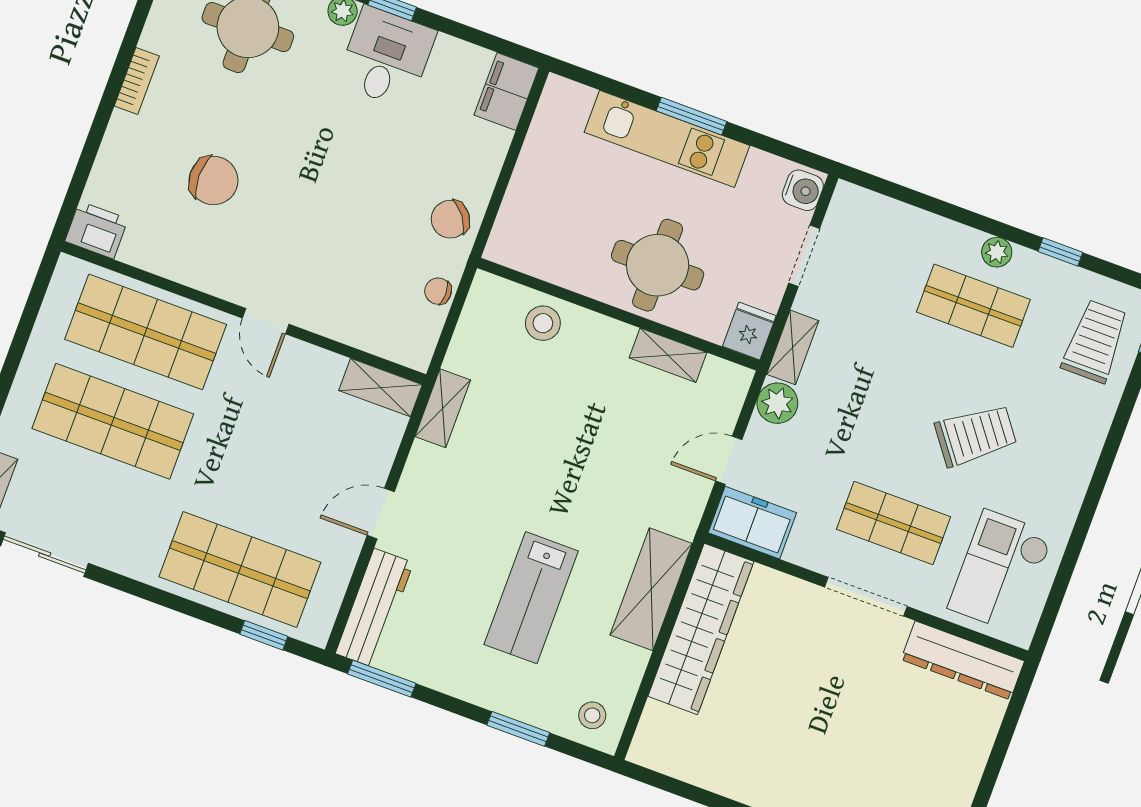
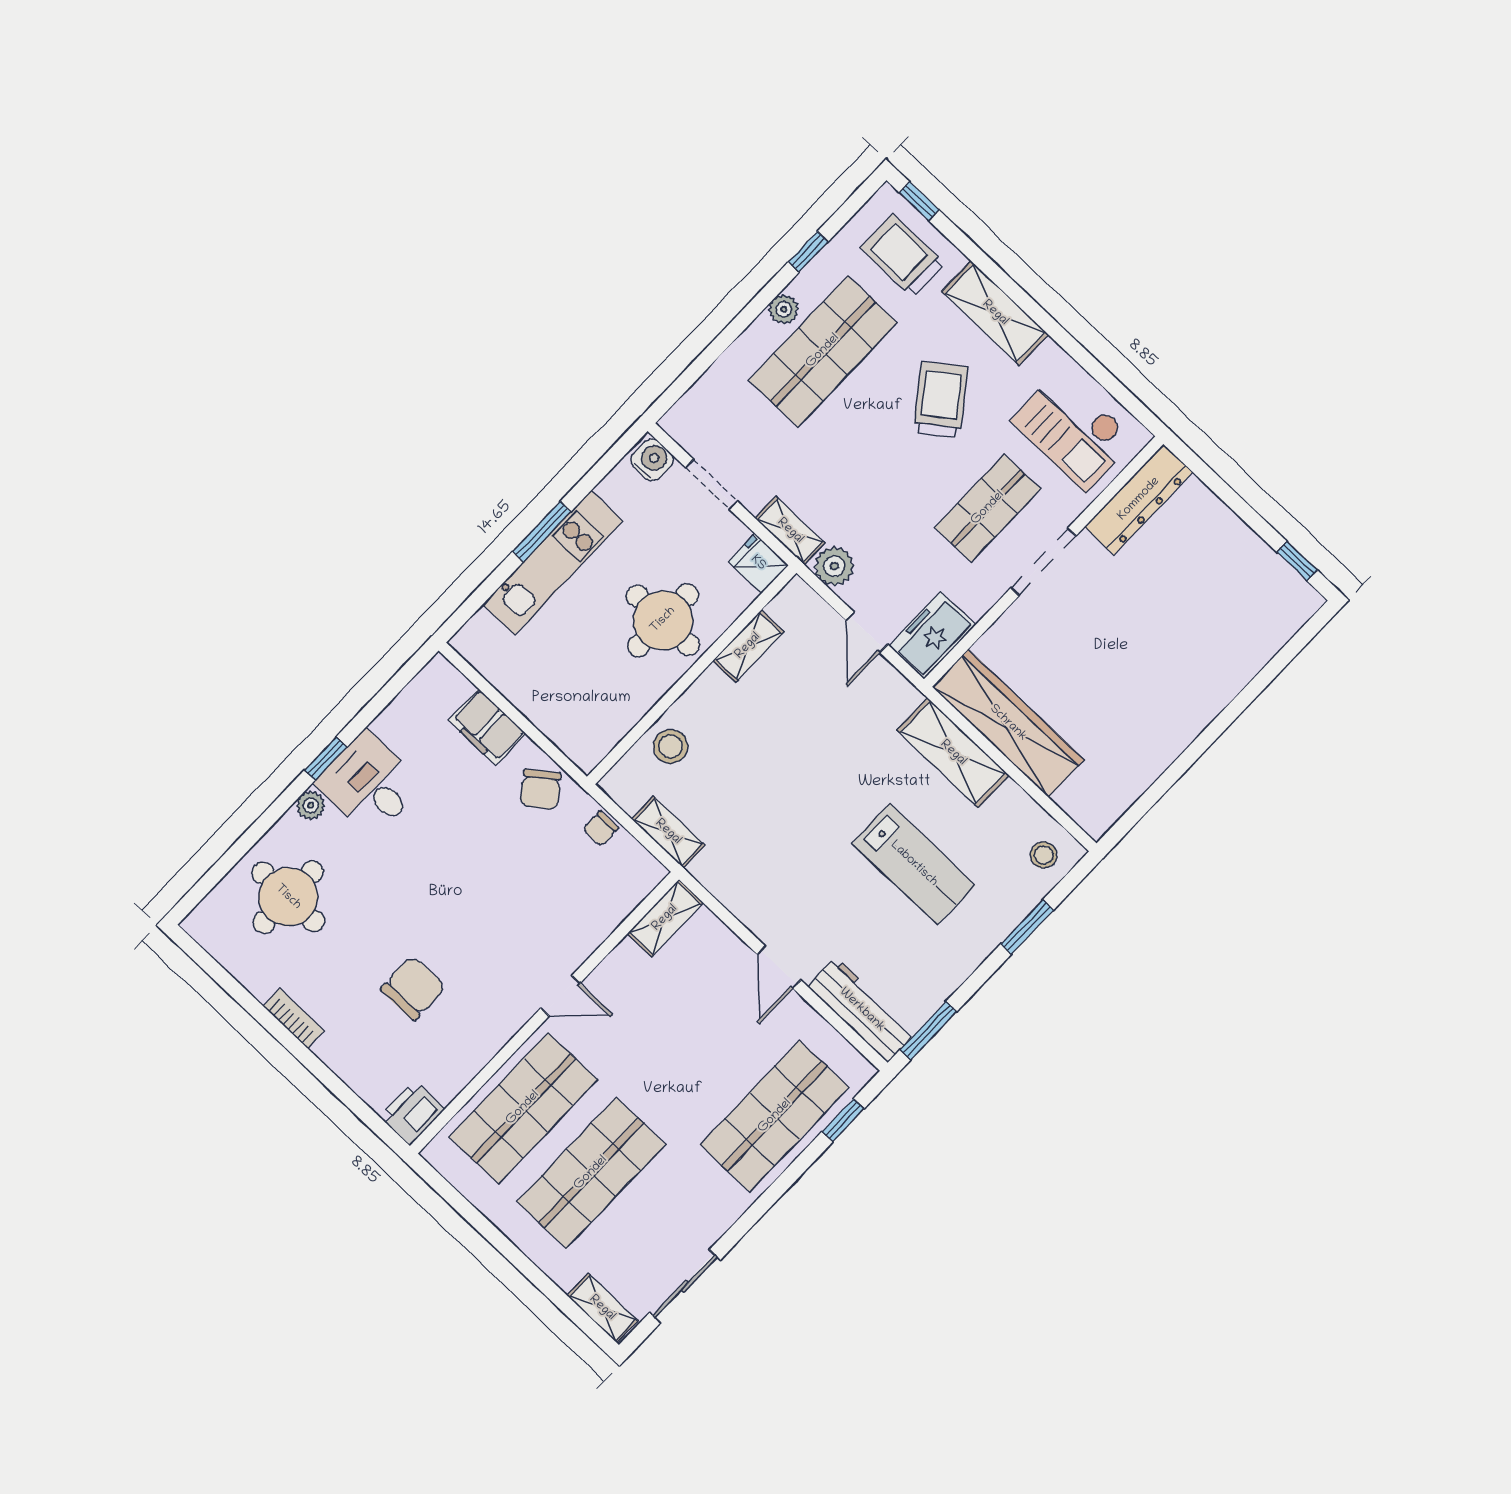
filing cabinet: (506, 91) -> (487, 727), moved
shop shelf: (973, 306) -> (823, 351), width x1.43, depth x1.36
shelving: (443, 408) -> (668, 832), moved
shelving: (1079, 451) -> (995, 313), added

